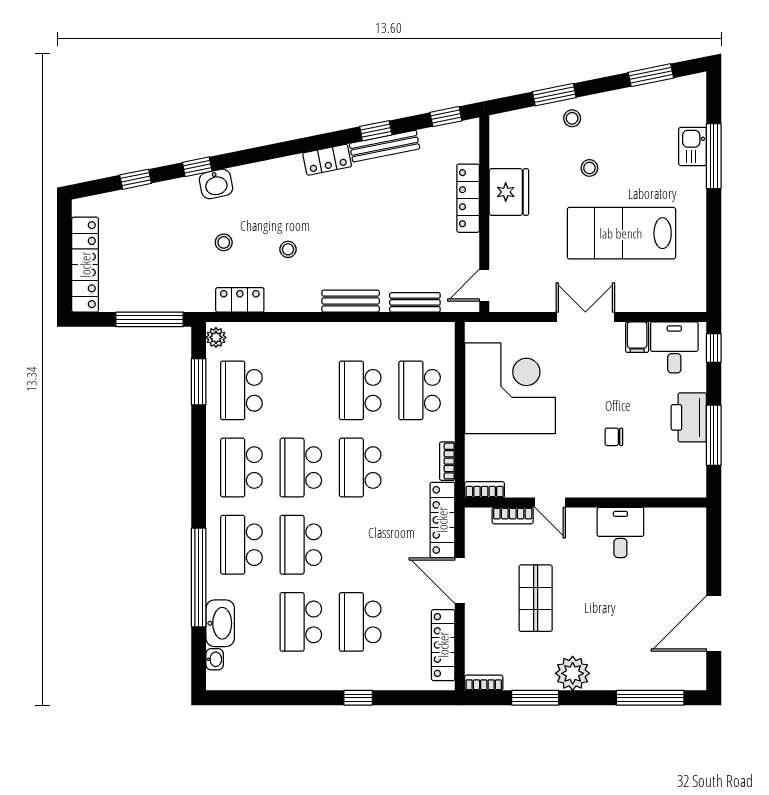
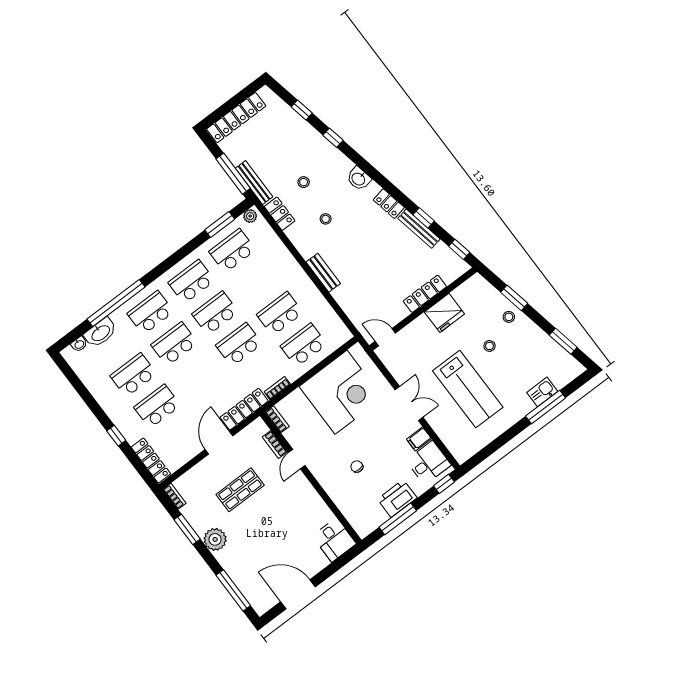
washbasin: (216, 184) -> (359, 179), moved
lab bench: (621, 233) -> (468, 389), turned 180
bench: (415, 302) -> (254, 183), moved, width x1.36
desk: (620, 532) -> (334, 540), moved, turned 90
locker: (443, 645) -> (151, 461), moved, turned 90

